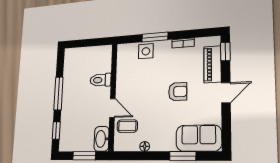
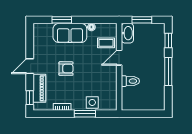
armchair: (178, 92) -> (66, 69), turned 180
door: (112, 108) -> (119, 58), hinge flipped
sofa: (199, 138) -> (70, 33), moved

